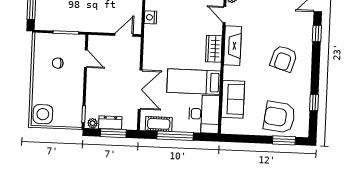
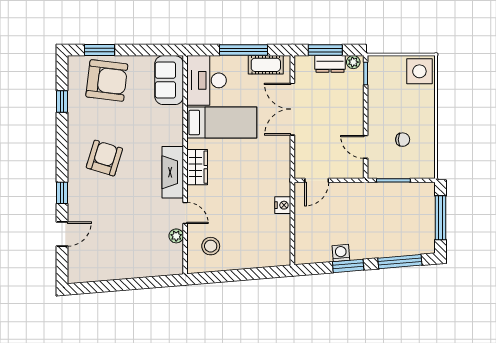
sofa: (233, 99) -> (169, 80), moved

